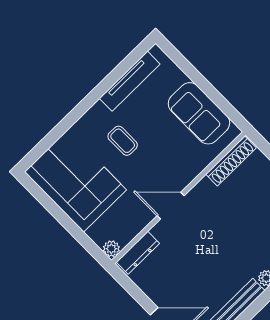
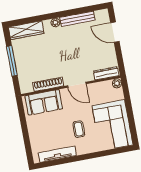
sofa: (199, 113) -> (44, 102), moved, turned 90
shoe rack: (231, 161) -> (48, 84), moved

